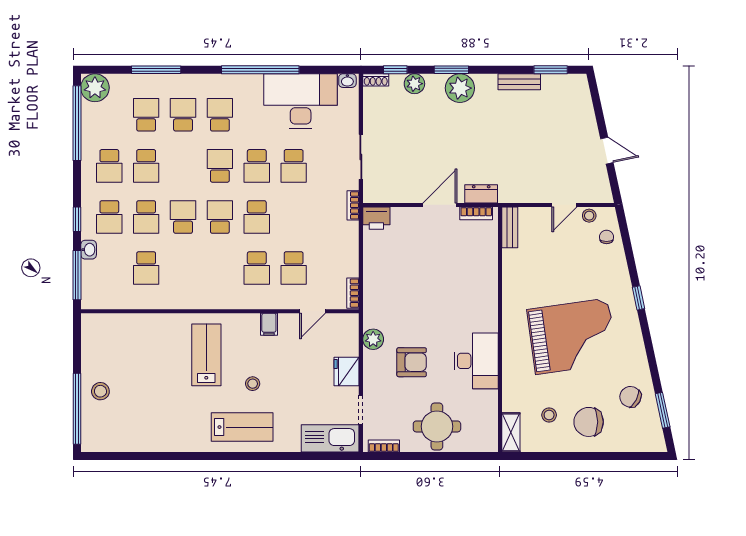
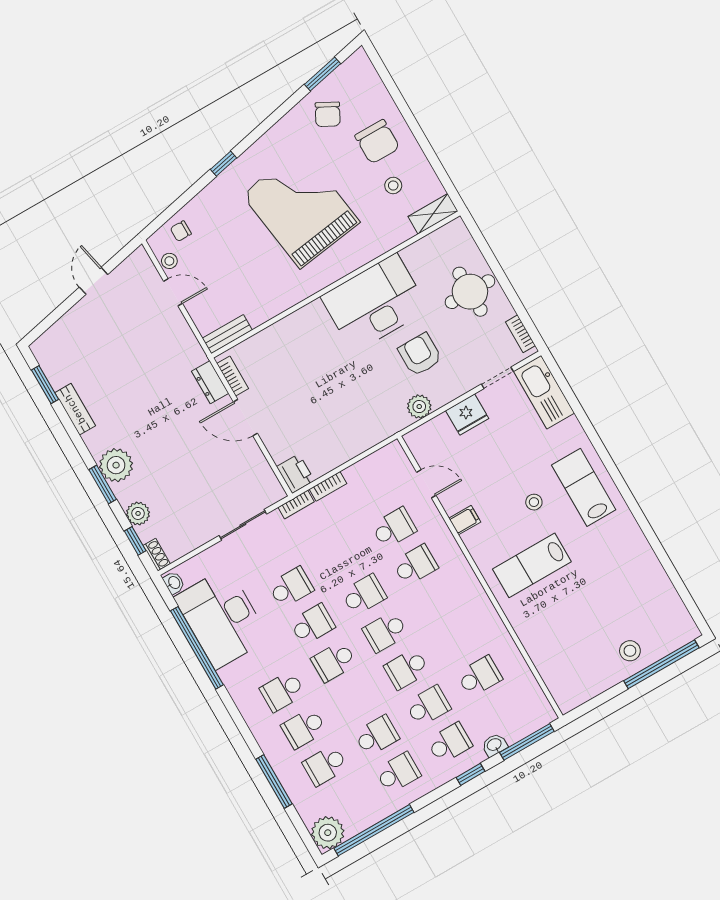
window: (260, 70) -> (197, 648), moved
bookcase: (353, 293) -> (328, 486), moved
desk: (476, 361) -> (375, 303), width x1.36, depth x1.30

